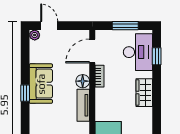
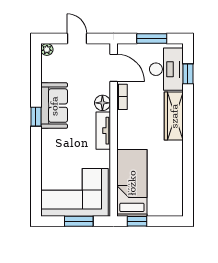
door: (49, 26) -> (77, 39), moved
door: (92, 51) -> (114, 68), swing flipped
wardrobe: (144, 93) -> (174, 116), width x1.50

